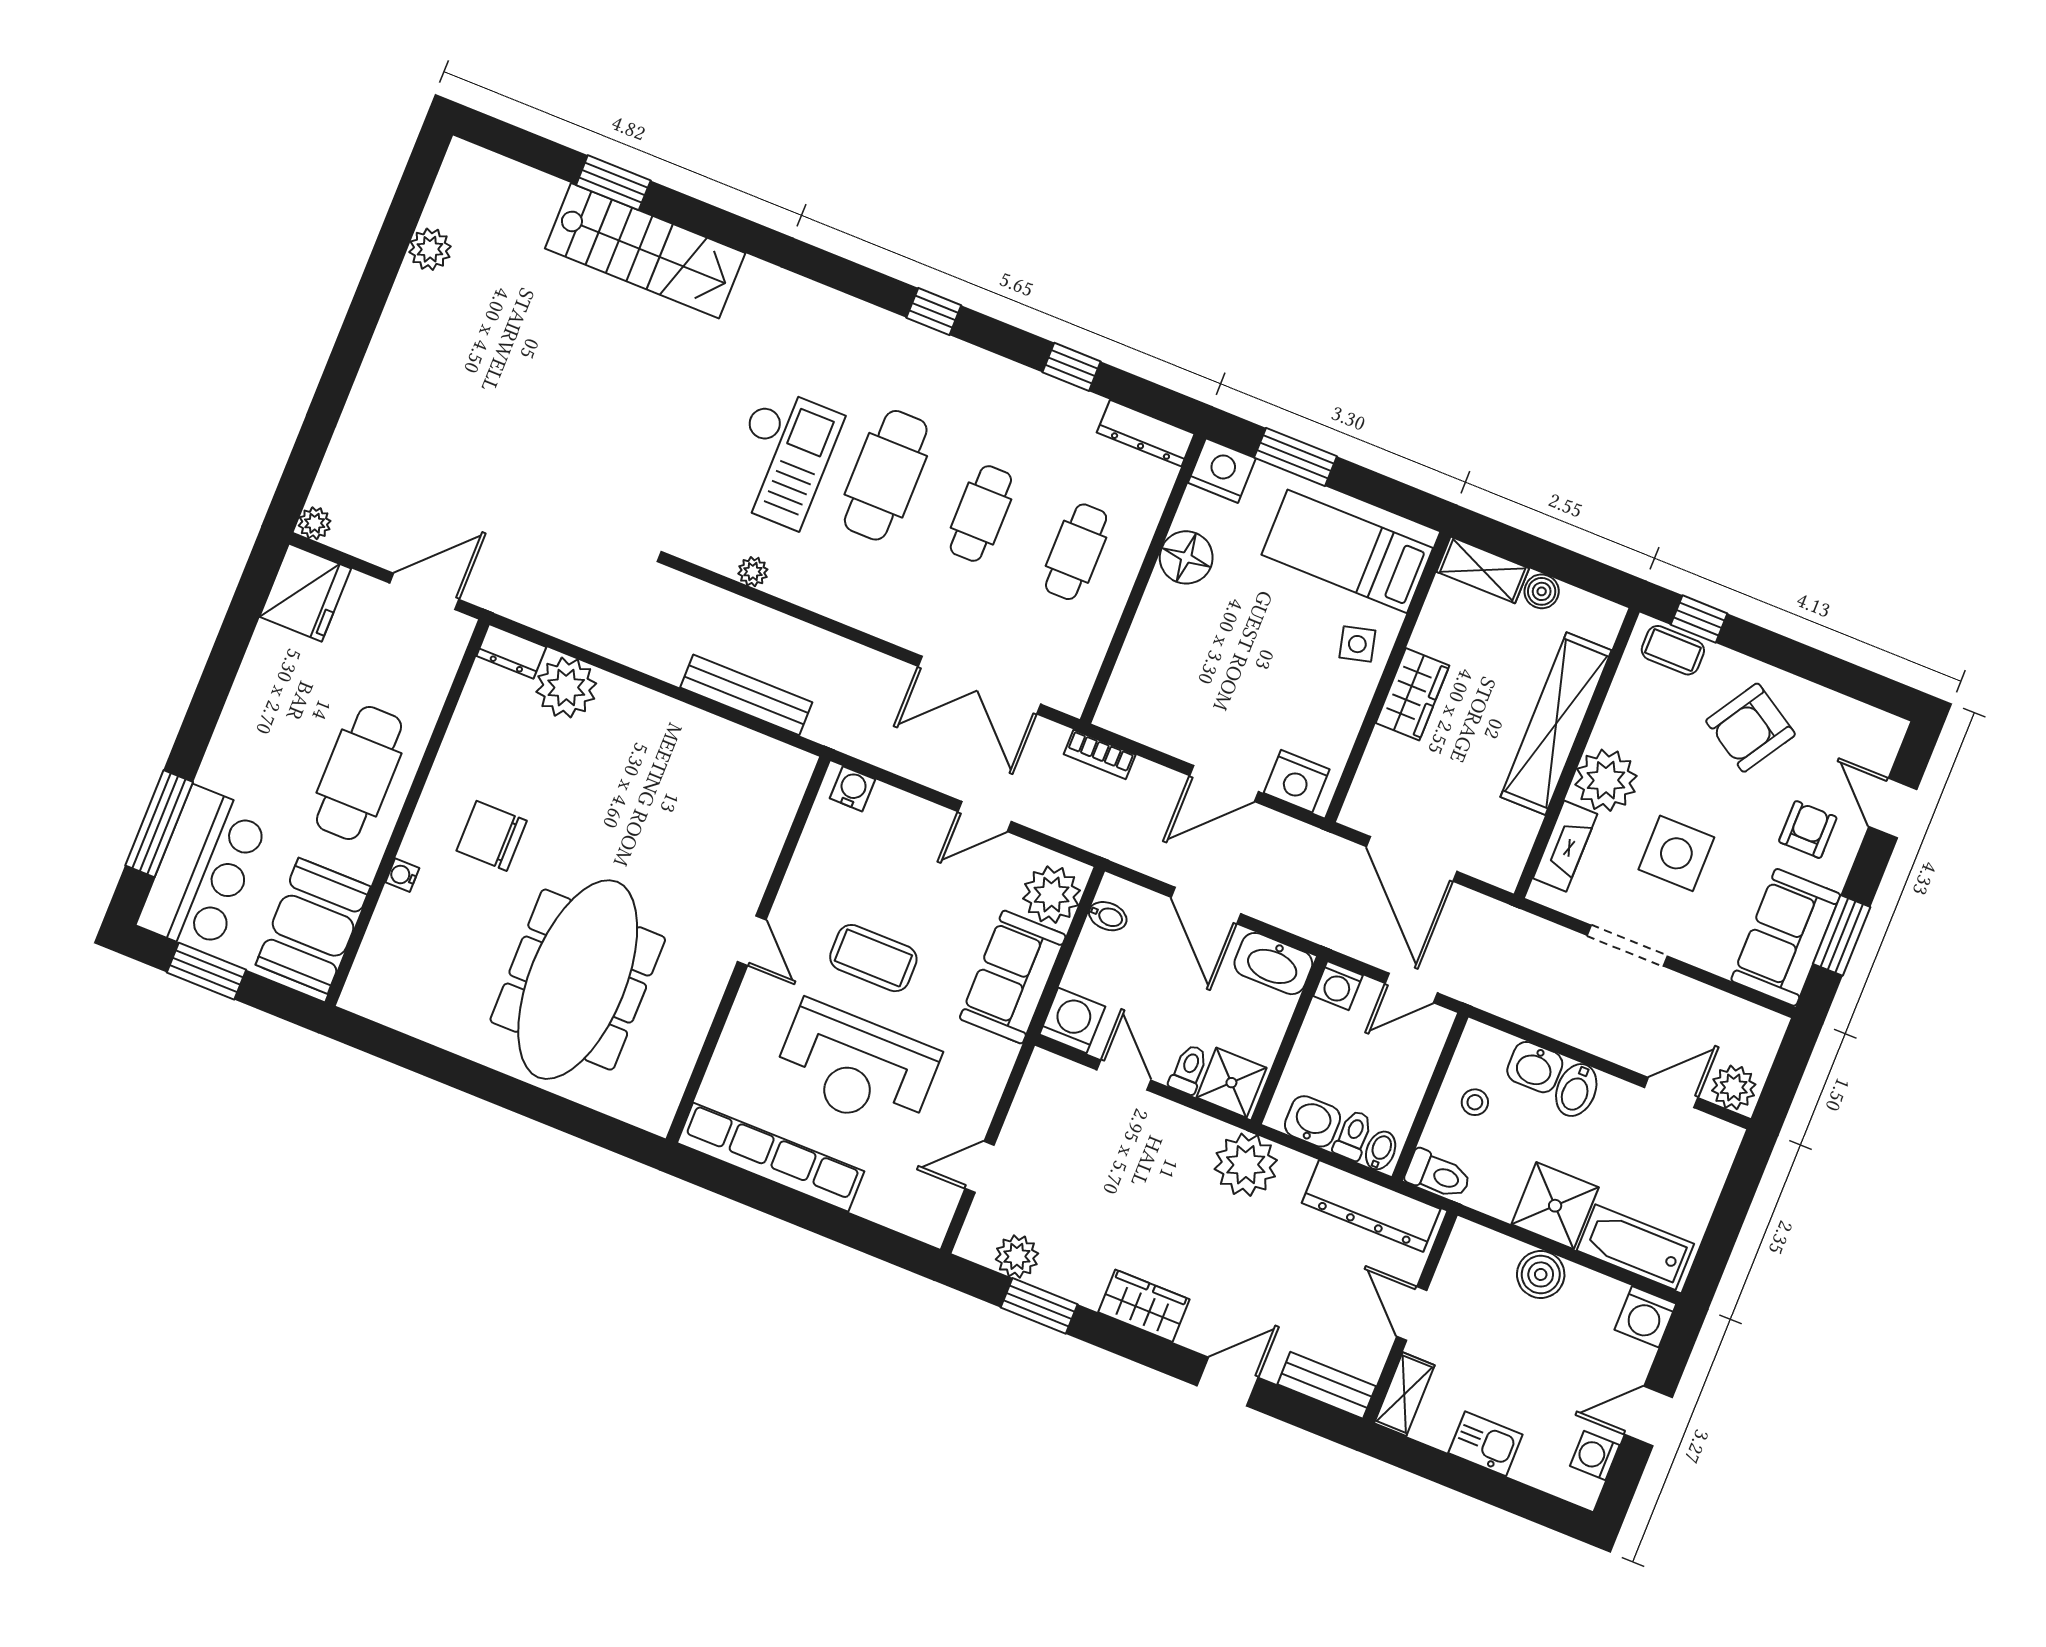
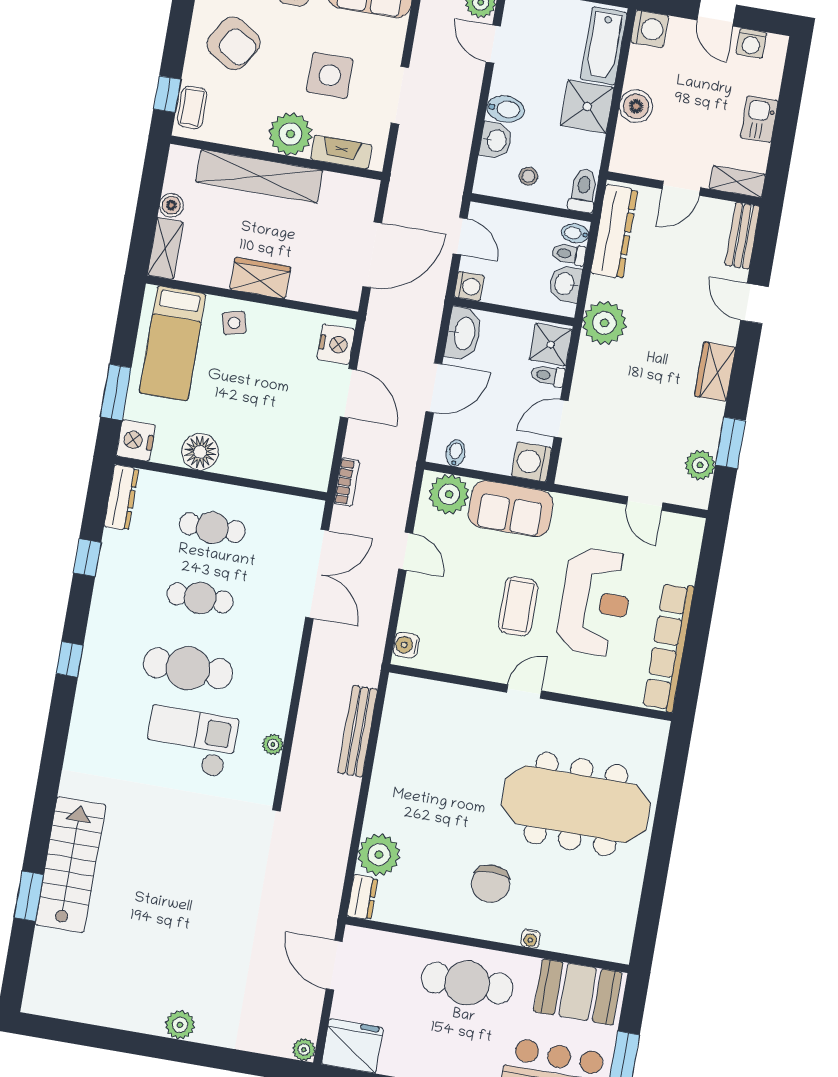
plant: (430, 249) -> (180, 1025), moved

